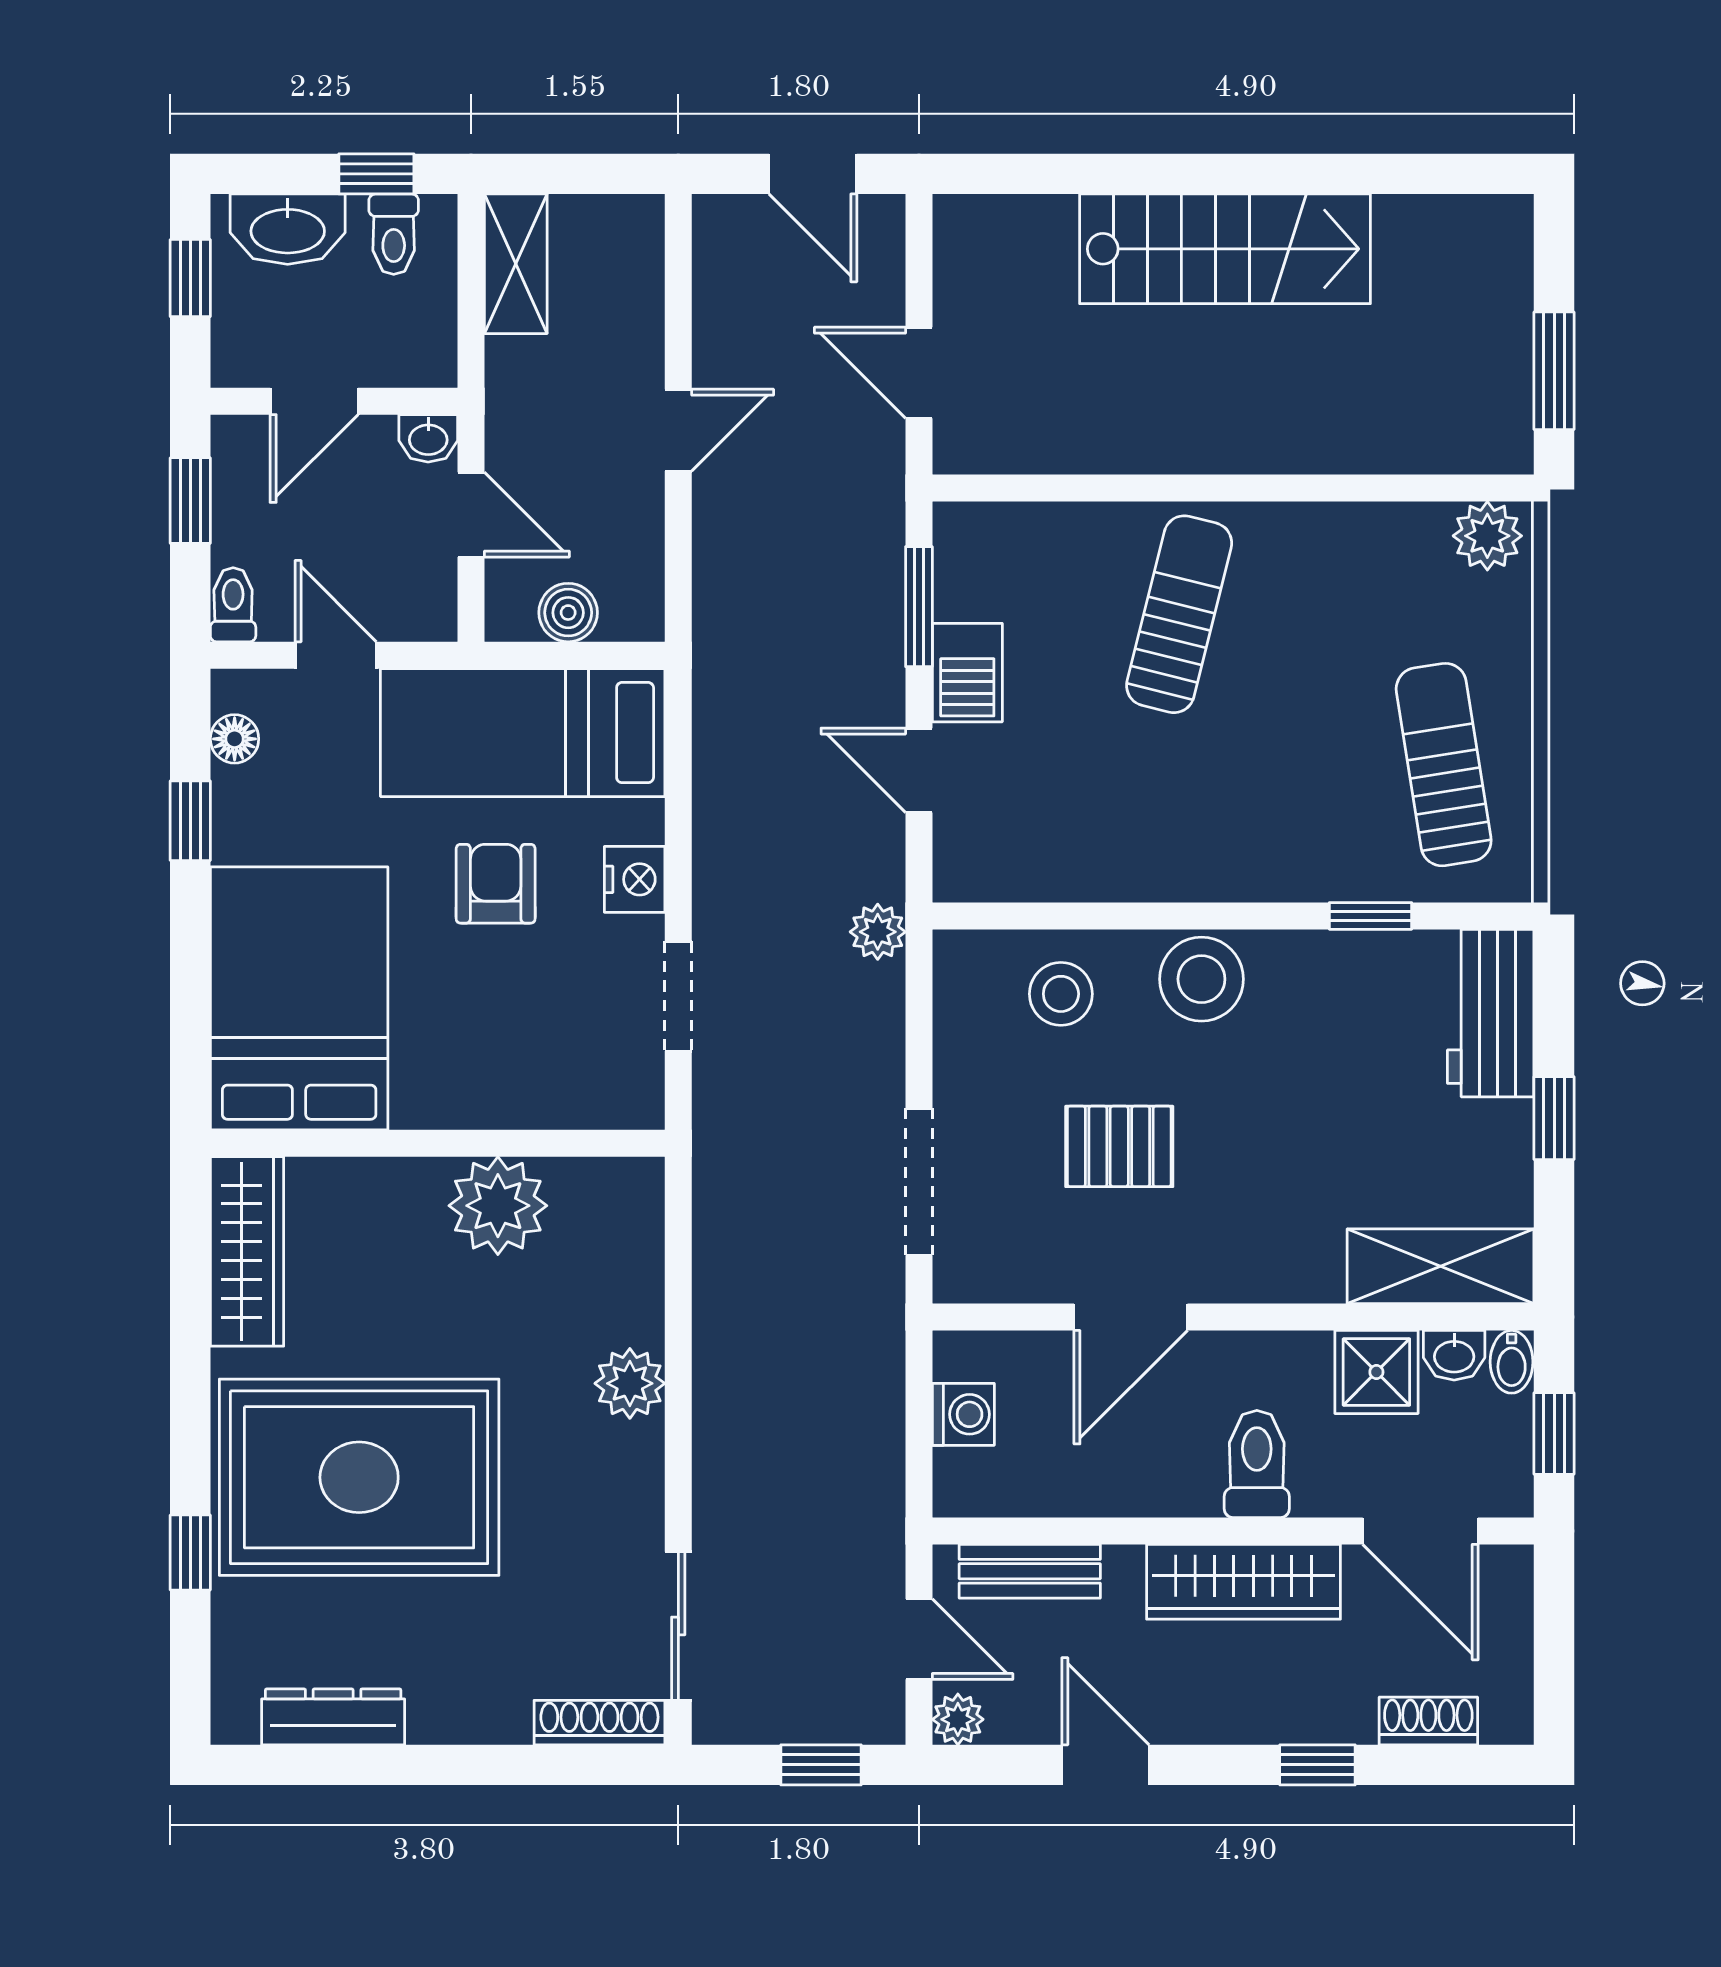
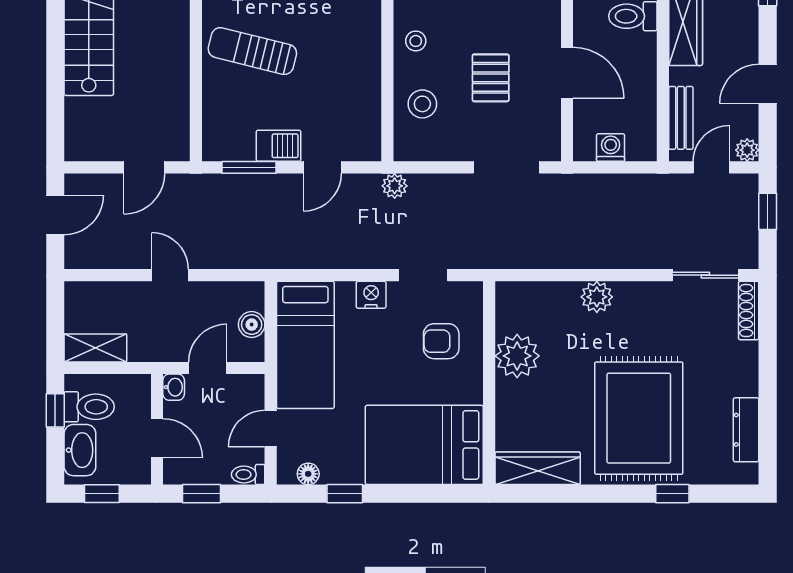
toilet: (394, 234) -> (89, 407), width x1.37, depth x1.39
armchair: (496, 884) -> (441, 341), moved
stool: (1201, 979) -> (416, 41), width x0.53, depth x0.53

